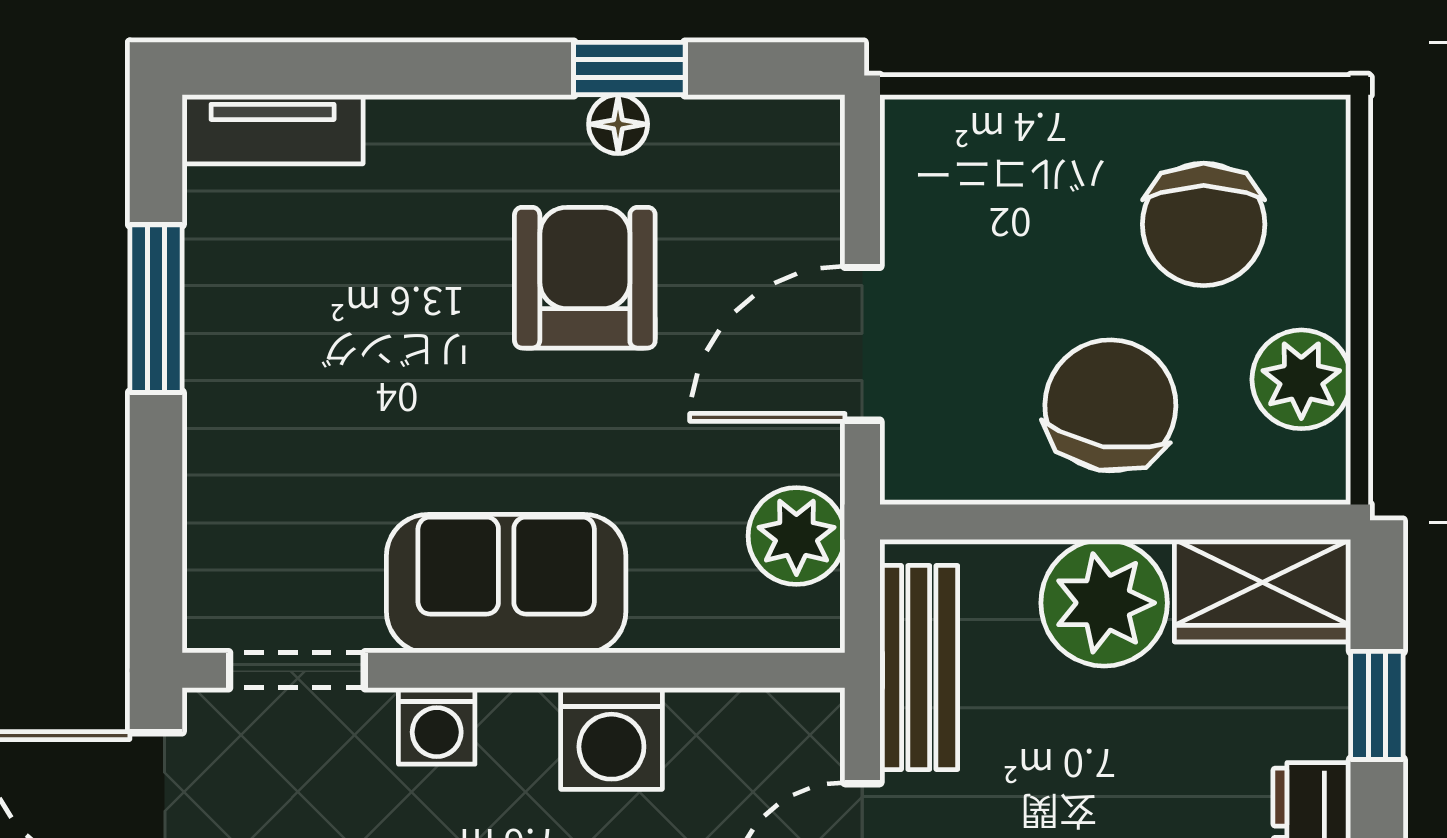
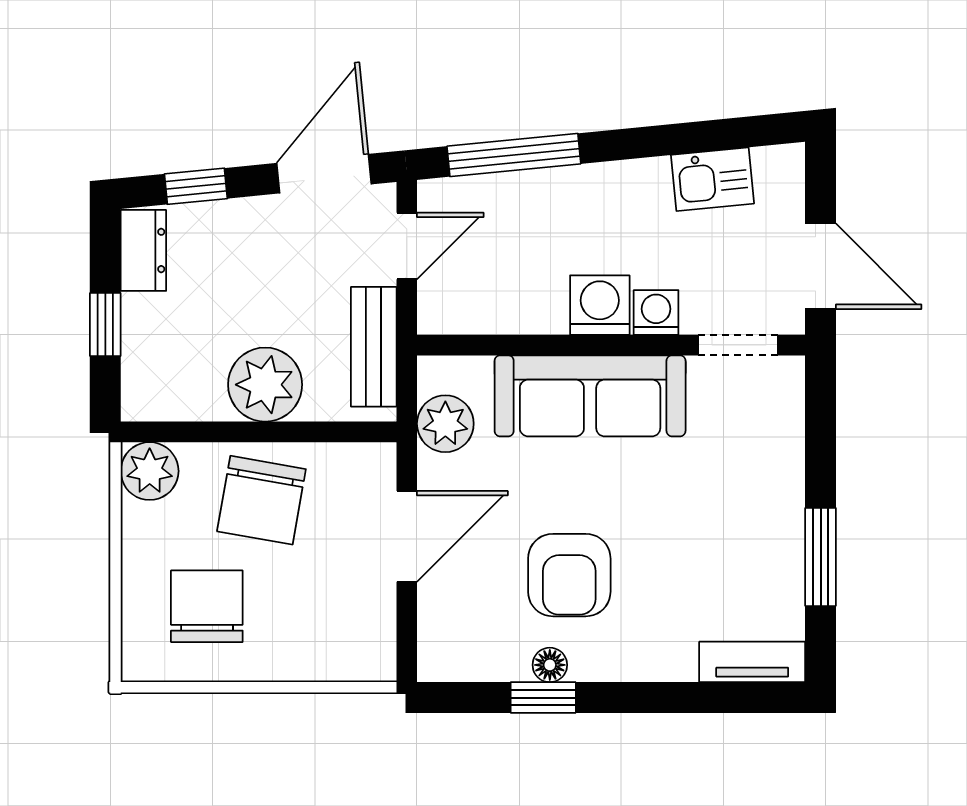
plant: (1301, 379) -> (150, 471), moved
sofa: (506, 584) -> (590, 396), width x1.36
wardrobe: (1263, 591) -> (172, 392), removed
washing machine: (611, 739) -> (600, 305), moved

